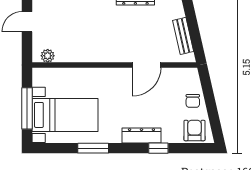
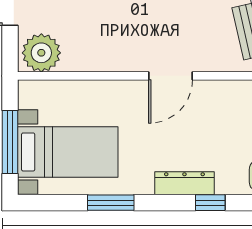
plant: (48, 56) -> (41, 53), width x1.88, depth x1.88
door: (147, 65) -> (170, 76), moved

